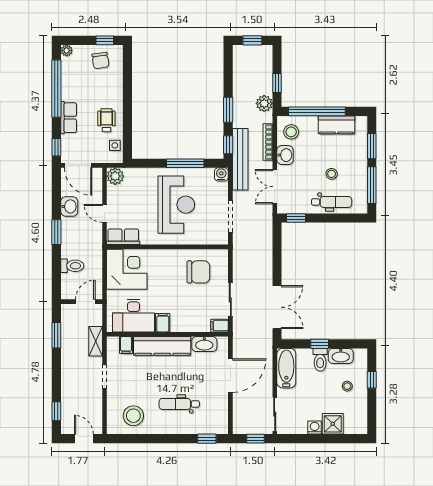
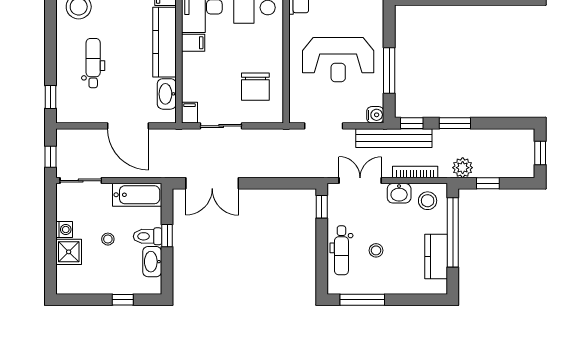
window: (372, 146) -> (410, 300), removed
stool: (347, 386) -> (108, 239), moved

